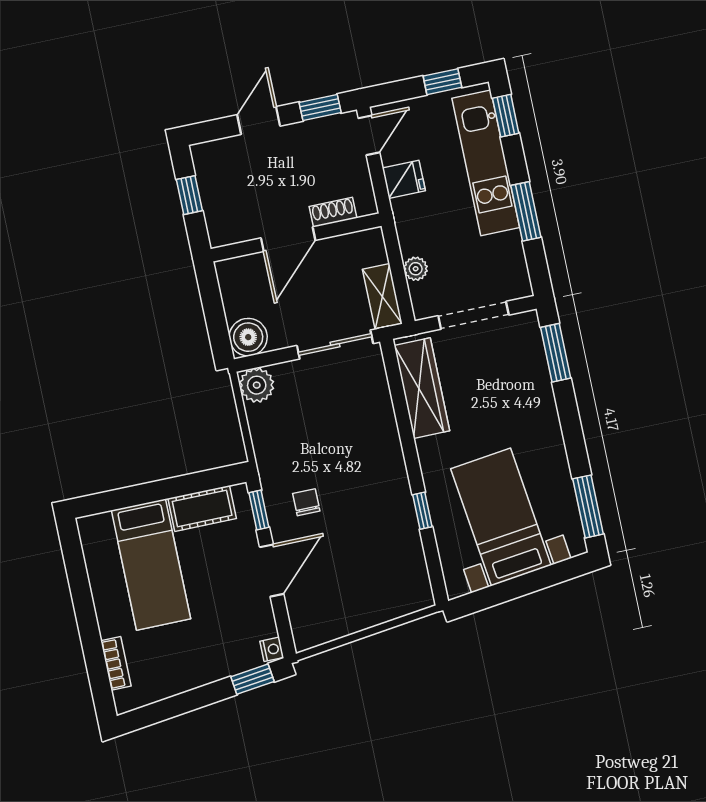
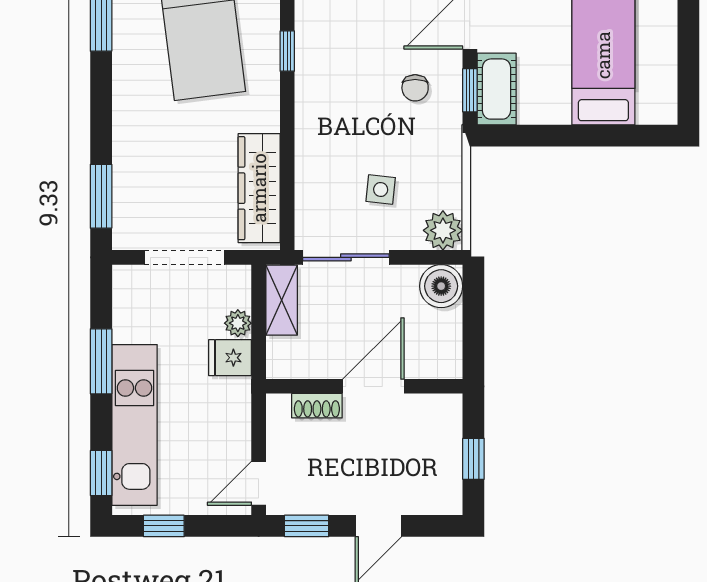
fridge: (404, 179) -> (230, 358), moved
side table: (317, 409) -> (381, 190), added
cot: (202, 508) -> (497, 89), moved, turned 90

